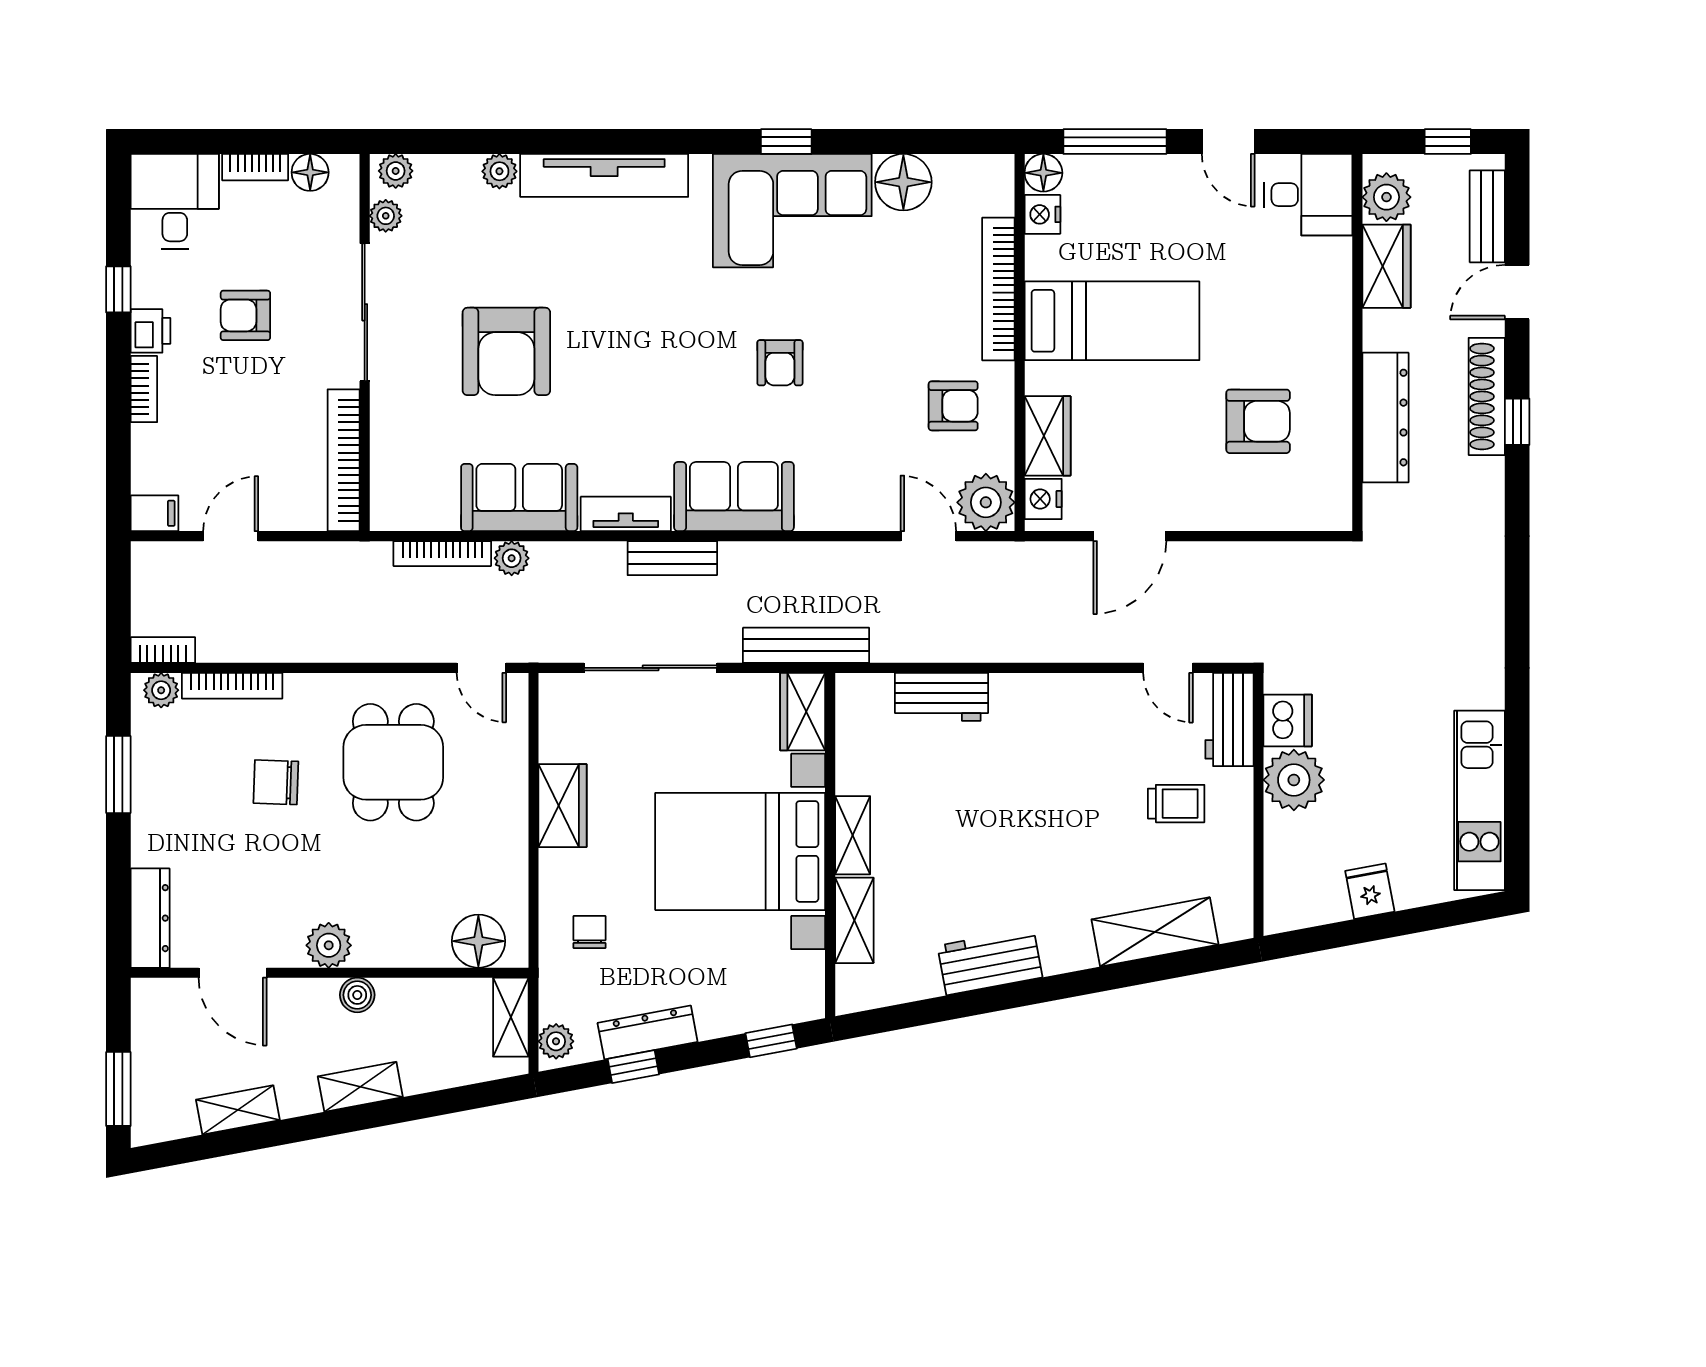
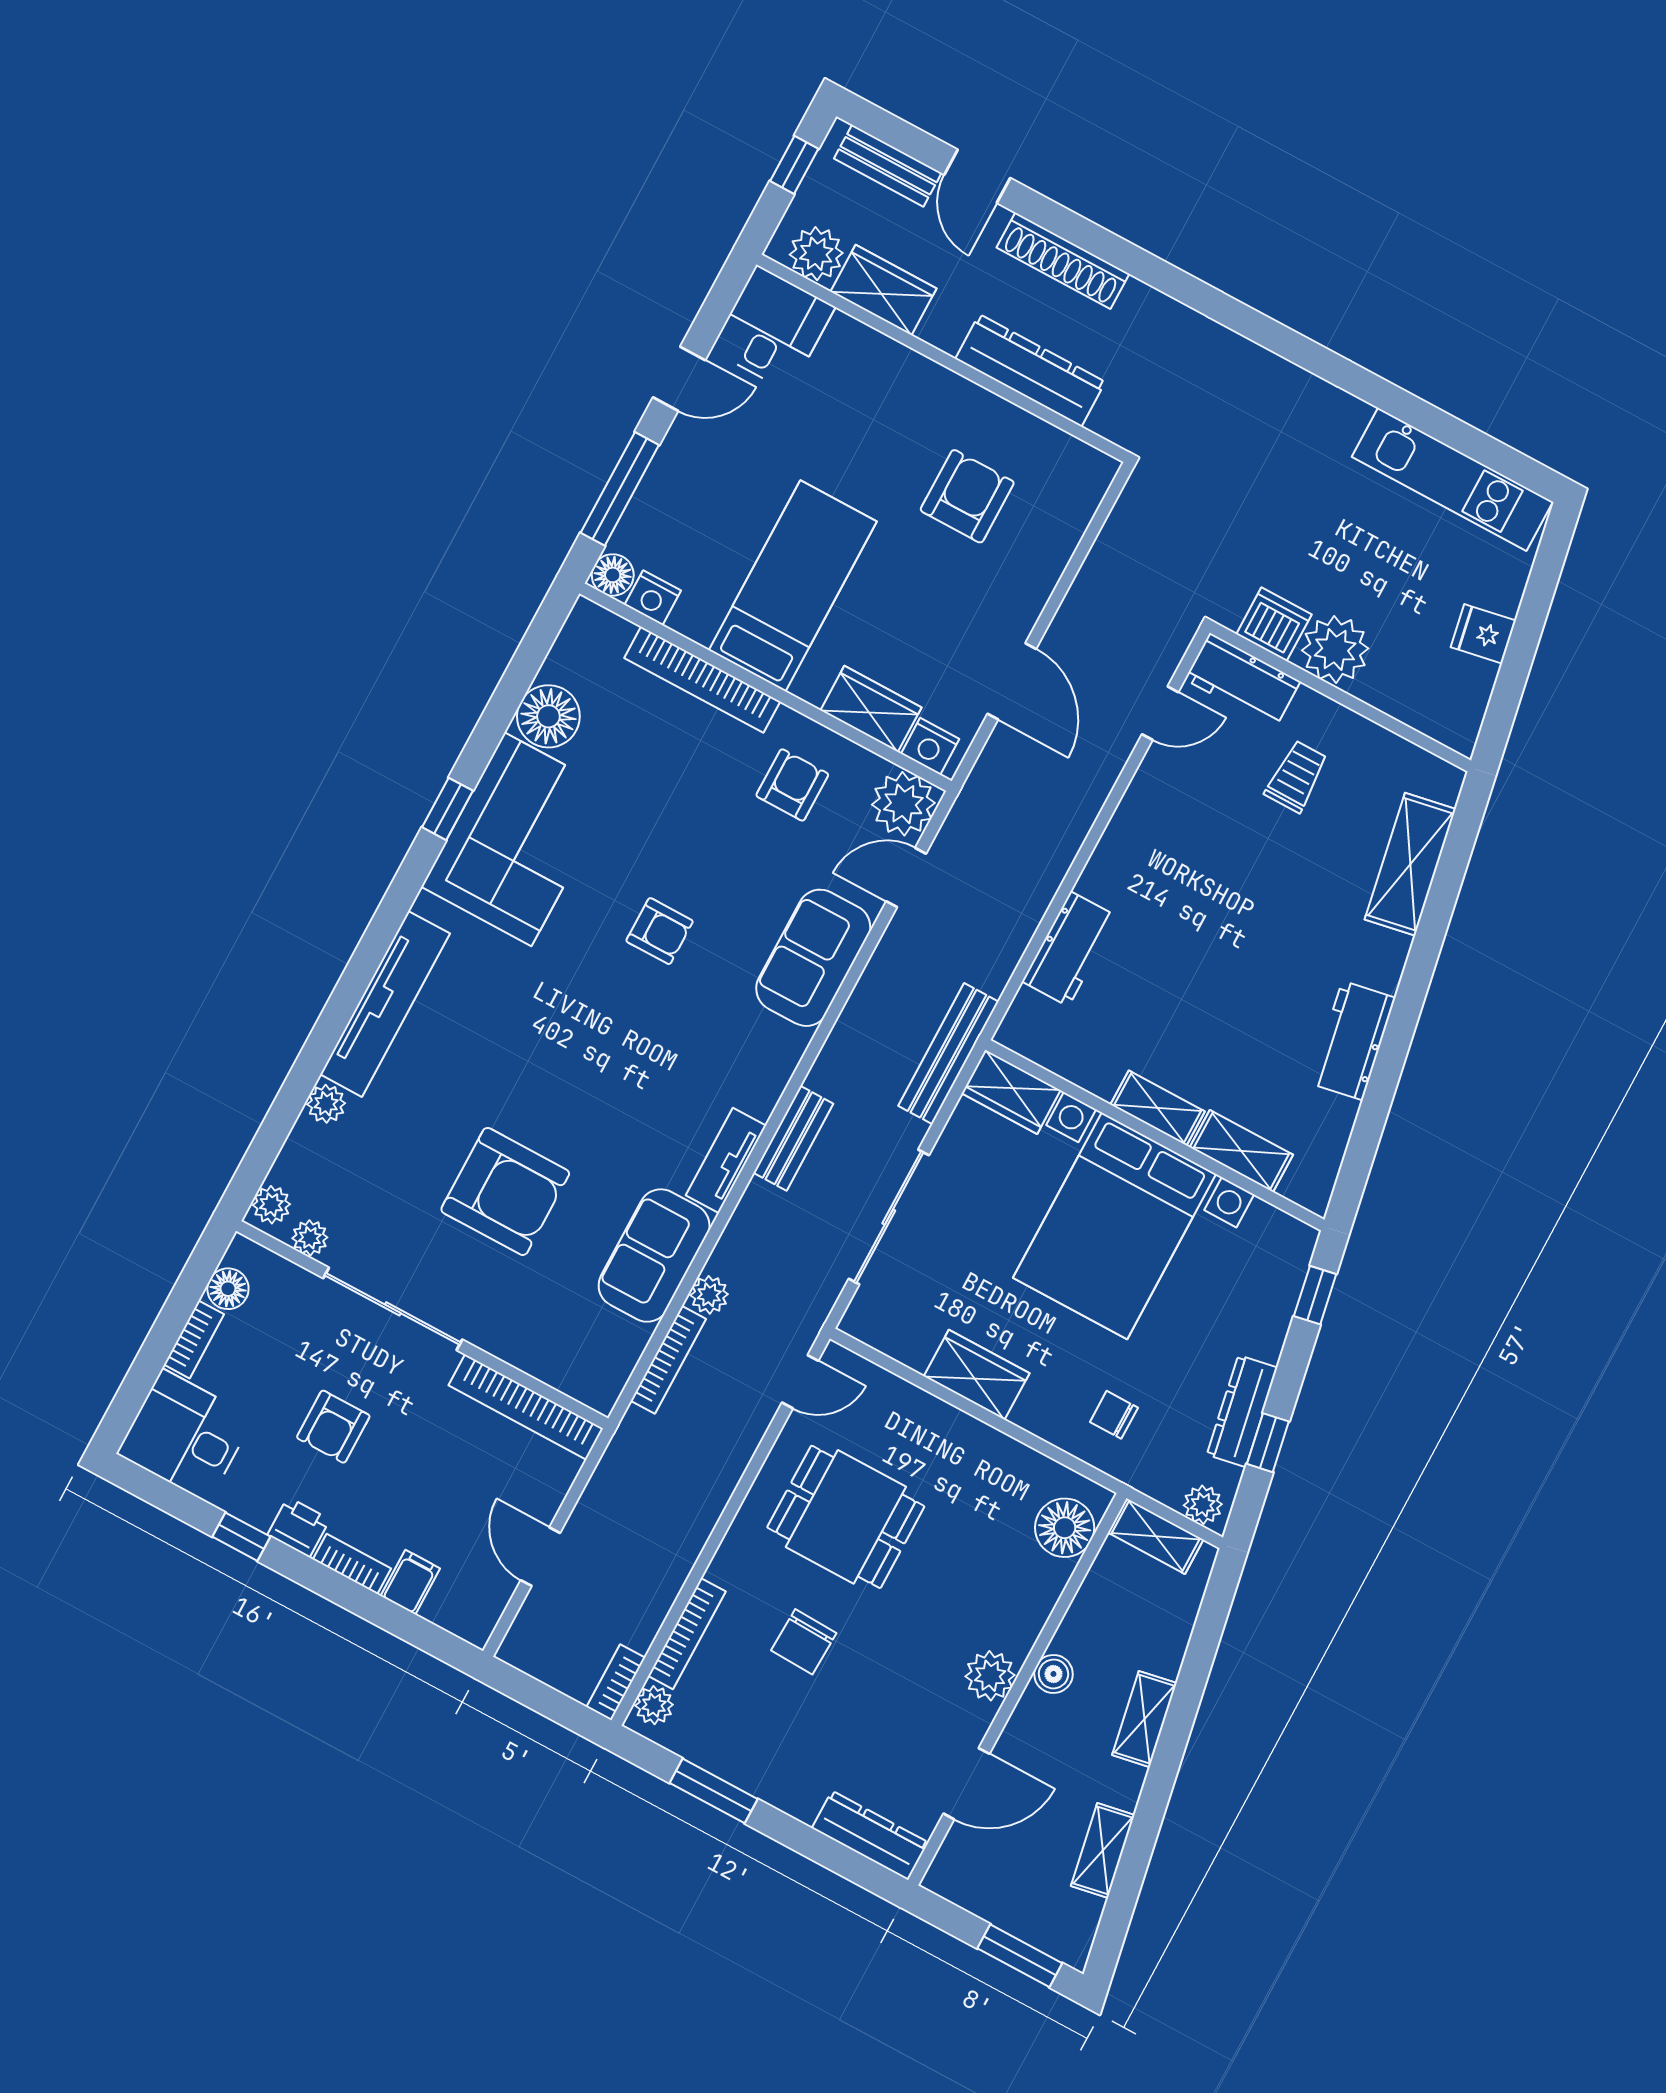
window: (1517, 422) -> (1103, 244), removed
sofa: (734, 497) -> (813, 958), moved
filing cabinet: (155, 513) -> (410, 1582), moved

